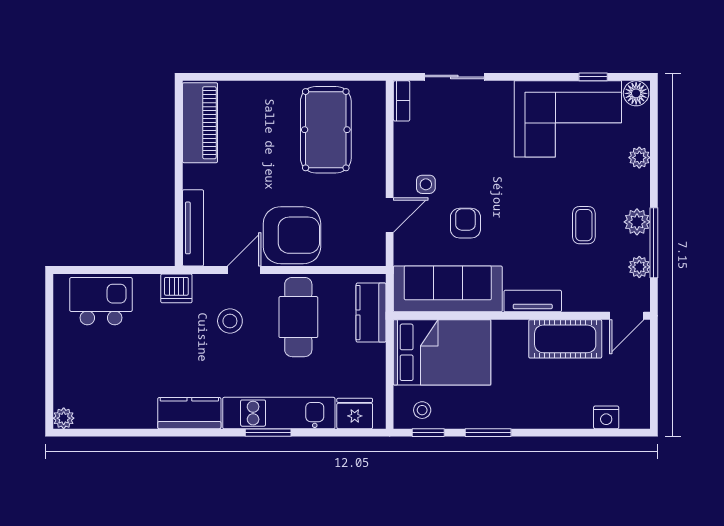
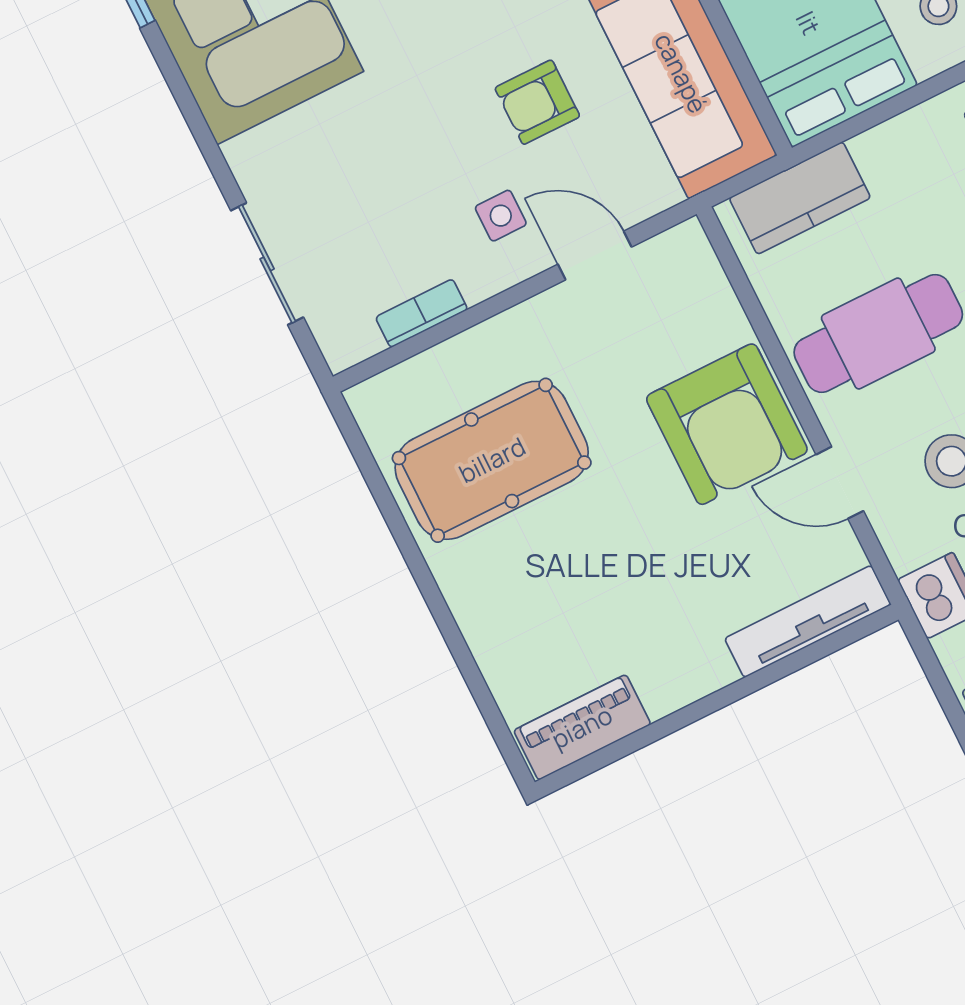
bookcase: (402, 101) -> (422, 313), moved
piano: (200, 123) -> (582, 727), width x0.73, depth x0.75
armchair: (292, 235) -> (727, 424), turned 180

